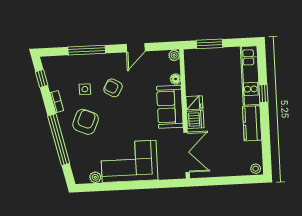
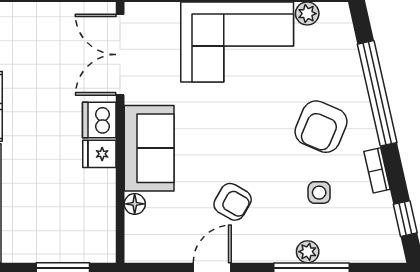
plant: (174, 55) -> (308, 252), moved
armchair: (113, 88) -> (233, 202), moved

